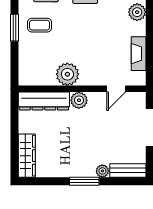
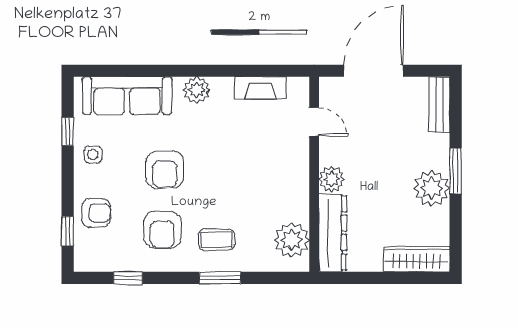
coffee table: (40, 25) -> (216, 240), turned 90
plant: (67, 74) -> (292, 240), moved
plant: (102, 171) -> (432, 188), moved, width x1.88, depth x1.88

